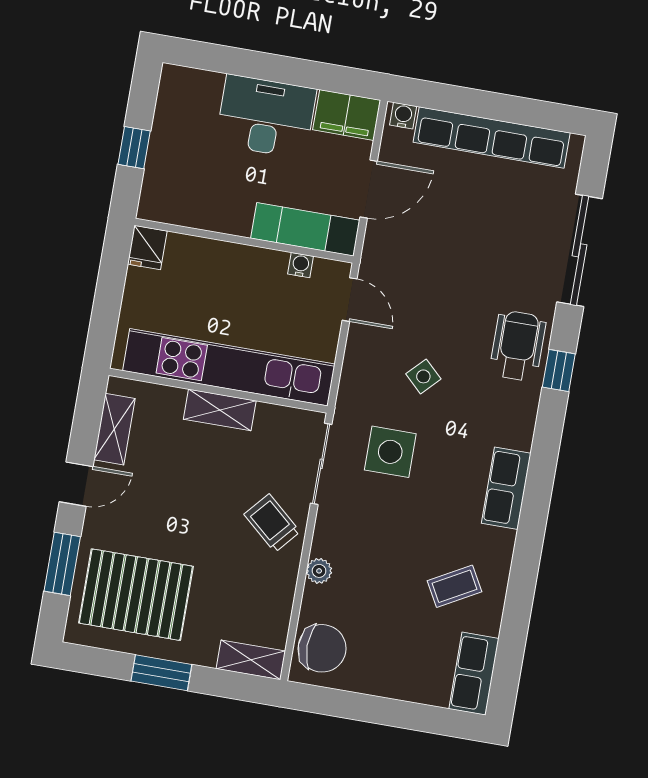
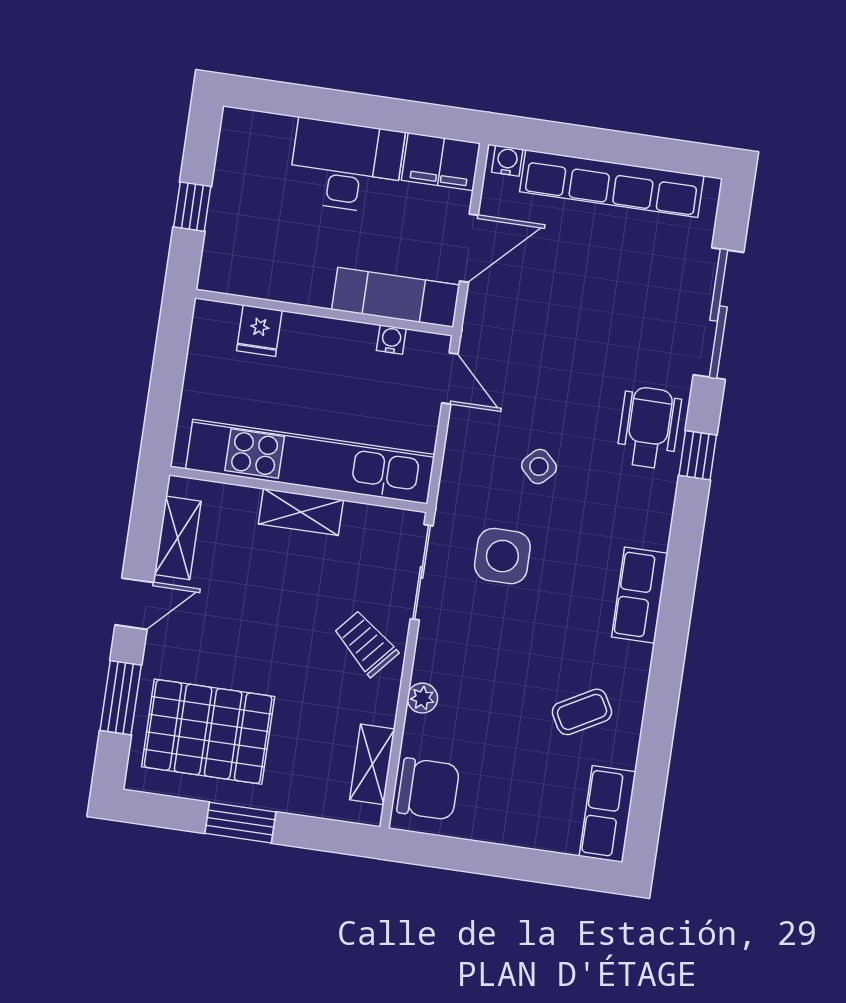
fridge: (147, 248) -> (259, 331), moved
shelving: (251, 660) -> (372, 764), moved, turned 90

